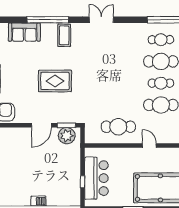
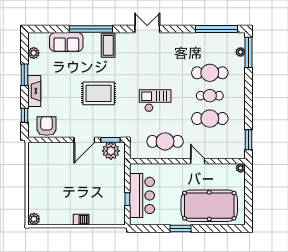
cafe table: (161, 40) -> (210, 50), removed
checkout: (109, 88) -> (155, 101), added

